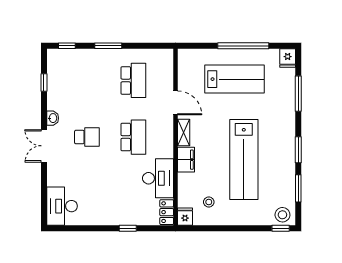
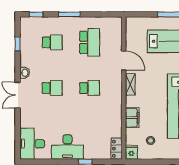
school desk: (87, 80) -> (52, 42), added
school desk: (133, 137) -> (90, 88), width x0.54
filing cabinet: (186, 160) -> (132, 118), moved
desk: (158, 178) -> (67, 147), moved, turned 90

